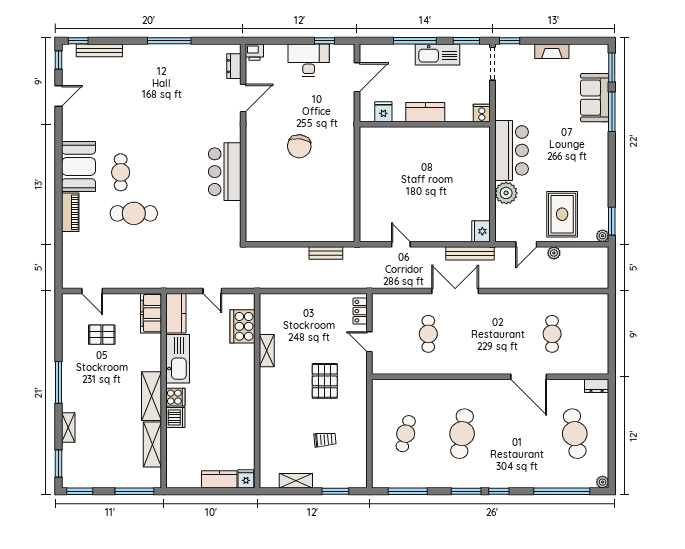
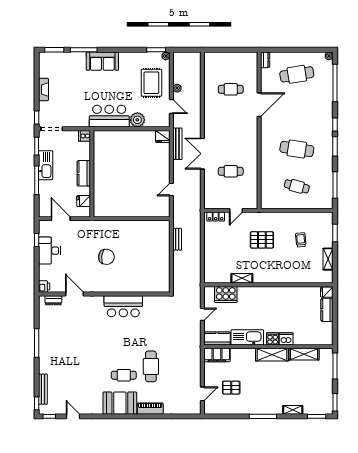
sofa: (595, 98) -> (102, 61), moved
rug: (562, 214) -> (151, 83), turned 90
pallet: (102, 335) -> (231, 388), turned 90

